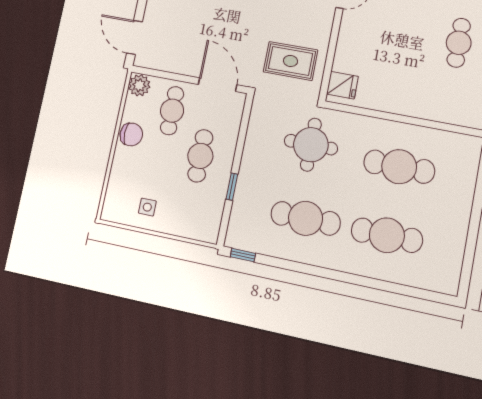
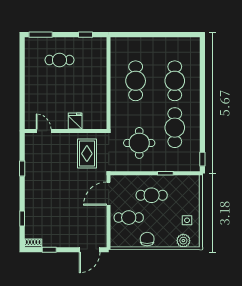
plant: (139, 85) -> (183, 241), moved
fridge: (342, 85) -> (75, 121), moved
round table: (311, 145) -> (139, 143), moved

